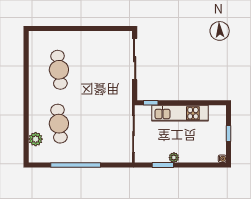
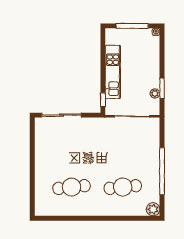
window: (228, 133) -> (132, 26), width x2.17
plant: (36, 139) -> (153, 209), moved
plant: (174, 158) -> (155, 93), moved

